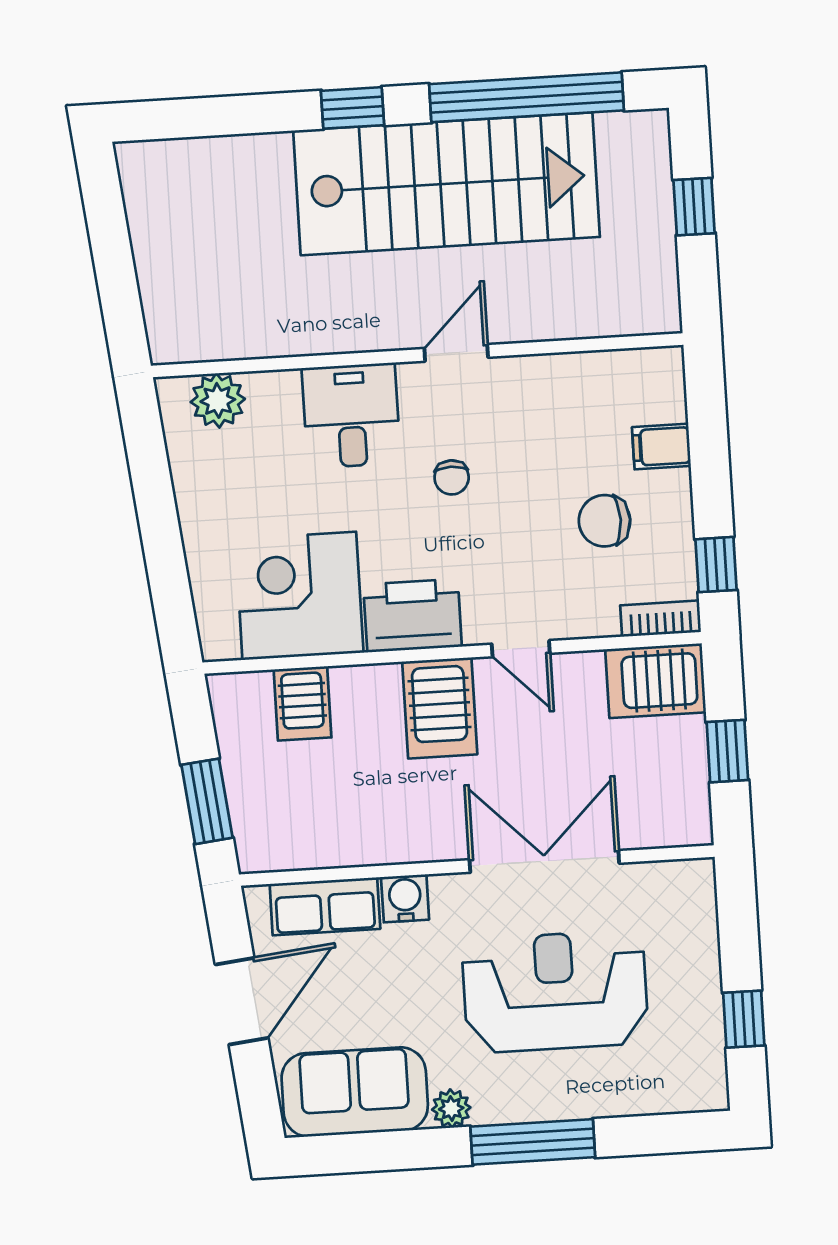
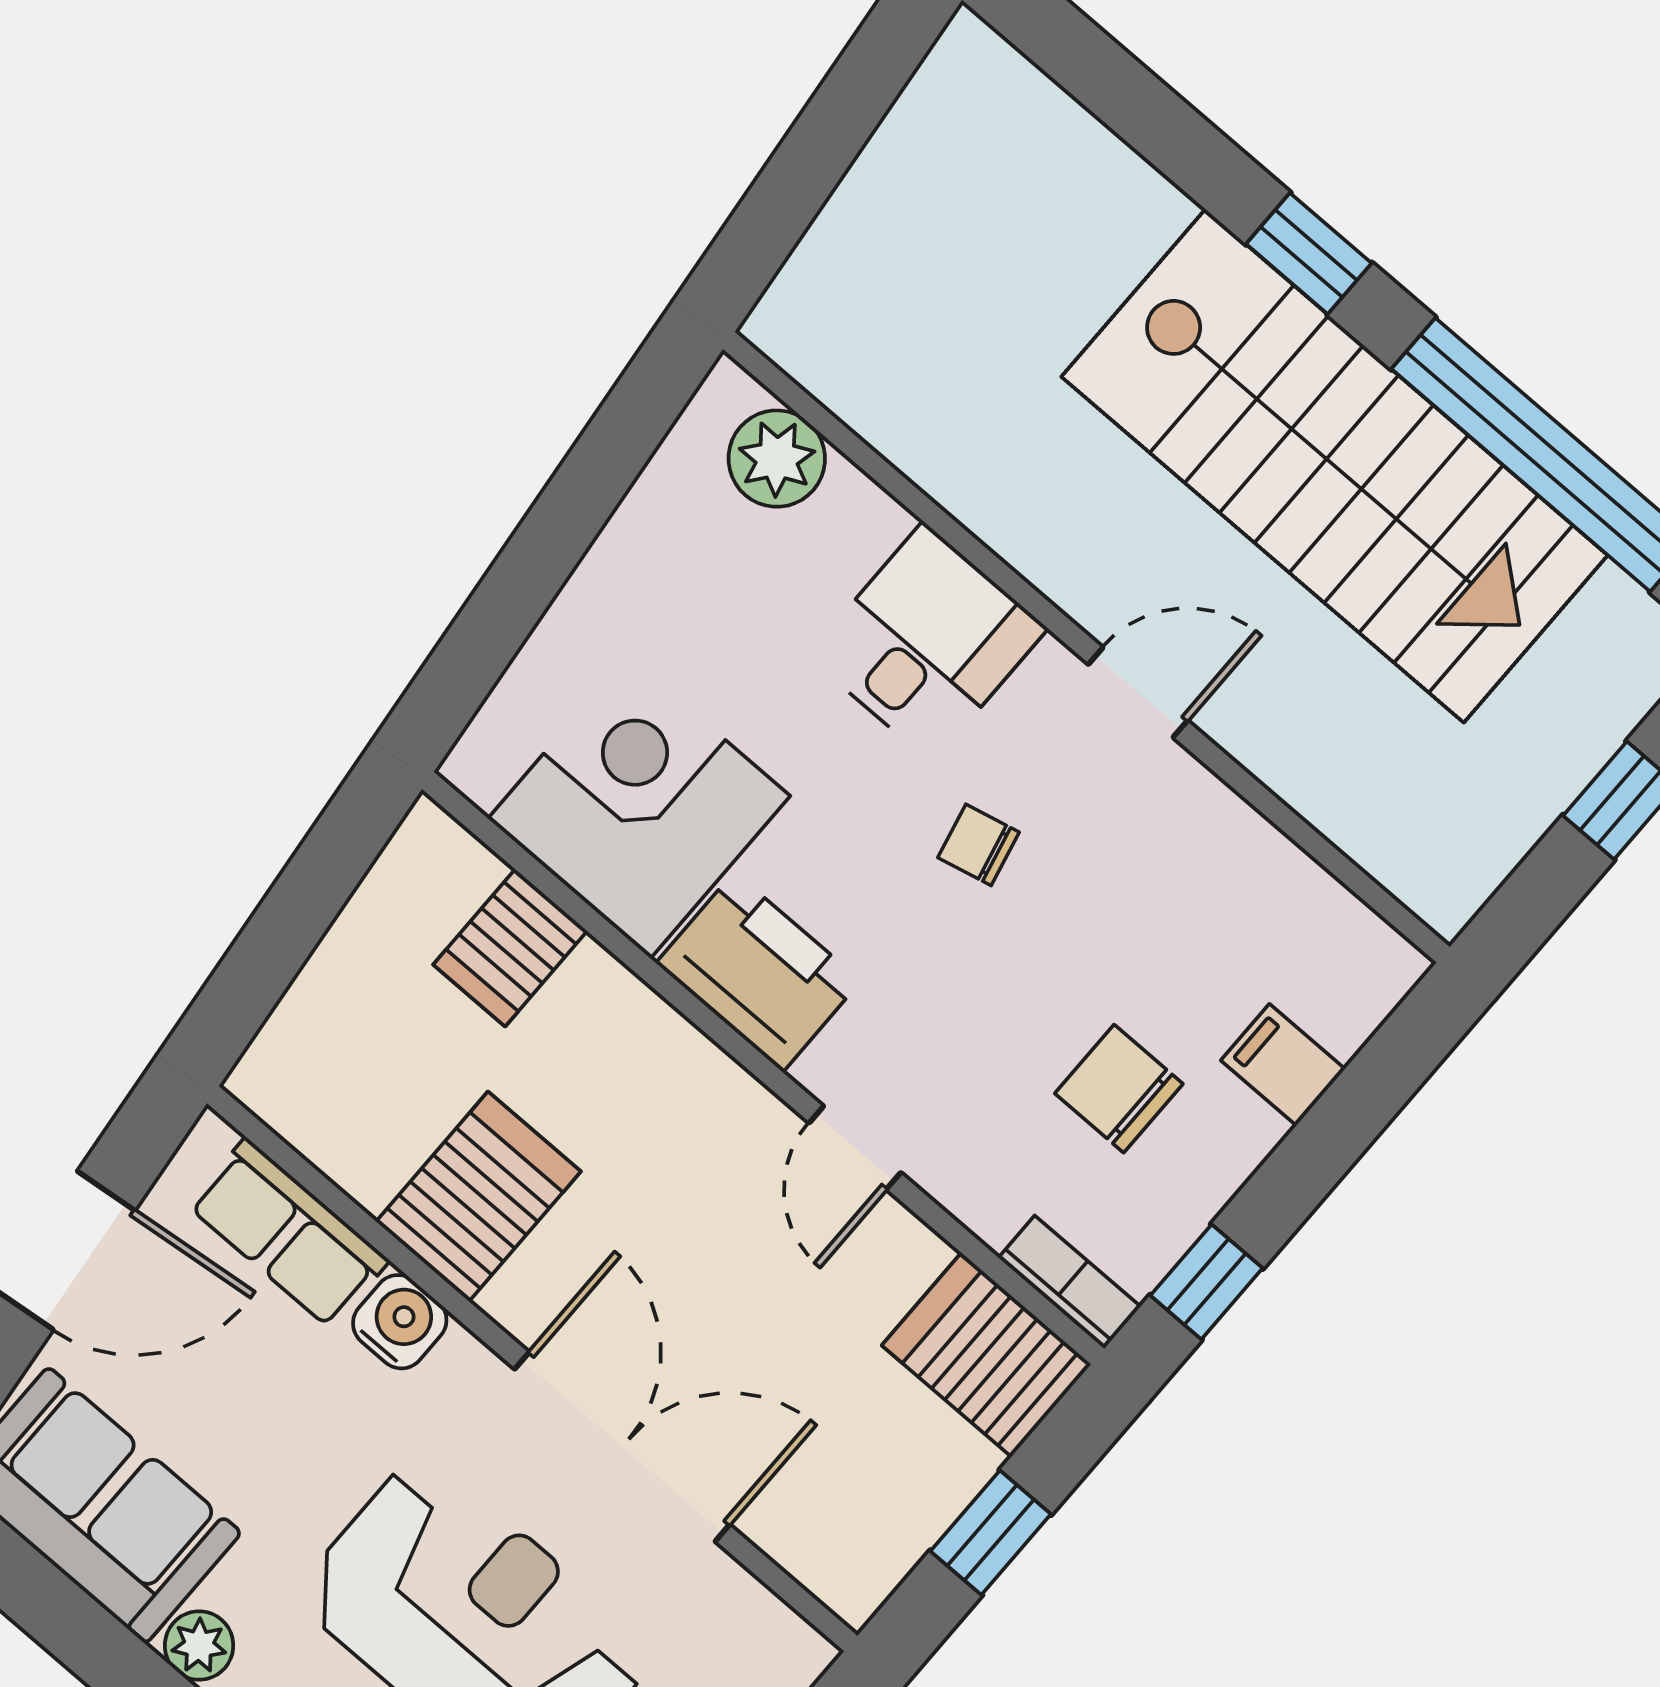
chair: (452, 477) -> (978, 845), turned 77
server rack: (440, 708) -> (478, 1197), moved, turned 180
window: (207, 801) -> (268, 954), removed

